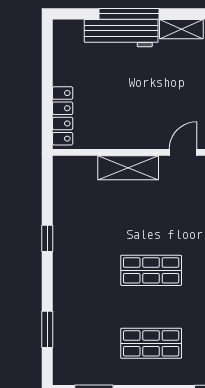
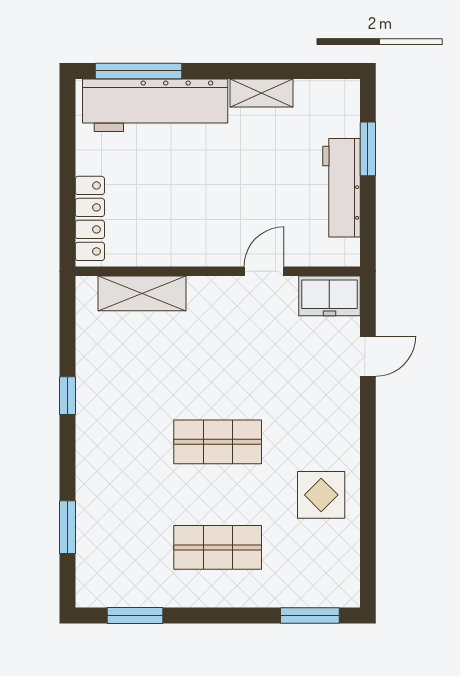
window: (129, 14) -> (138, 71), moved
workbench: (121, 33) -> (155, 105), width x1.36, depth x1.32
shelving: (128, 168) -> (142, 293), moved

